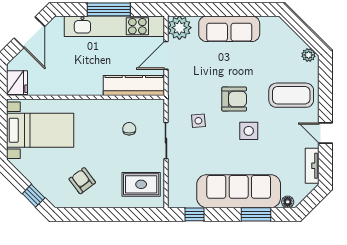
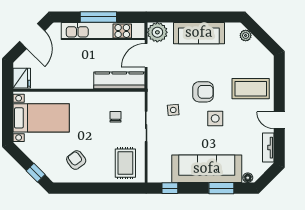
plant: (309, 55) -> (246, 35), moved
rug: (141, 184) -> (125, 163), turned 90

